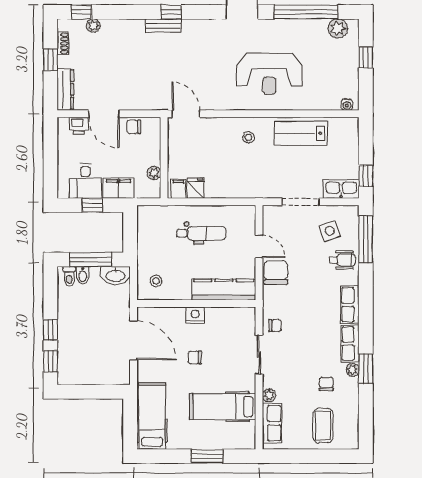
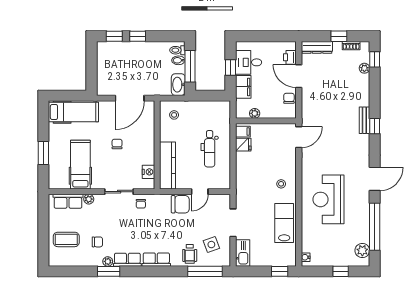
door: (104, 114) -> (299, 76), hinge flipped
window: (366, 176) -> (280, 271), moved
nightstand: (195, 315) -> (148, 172), moved

